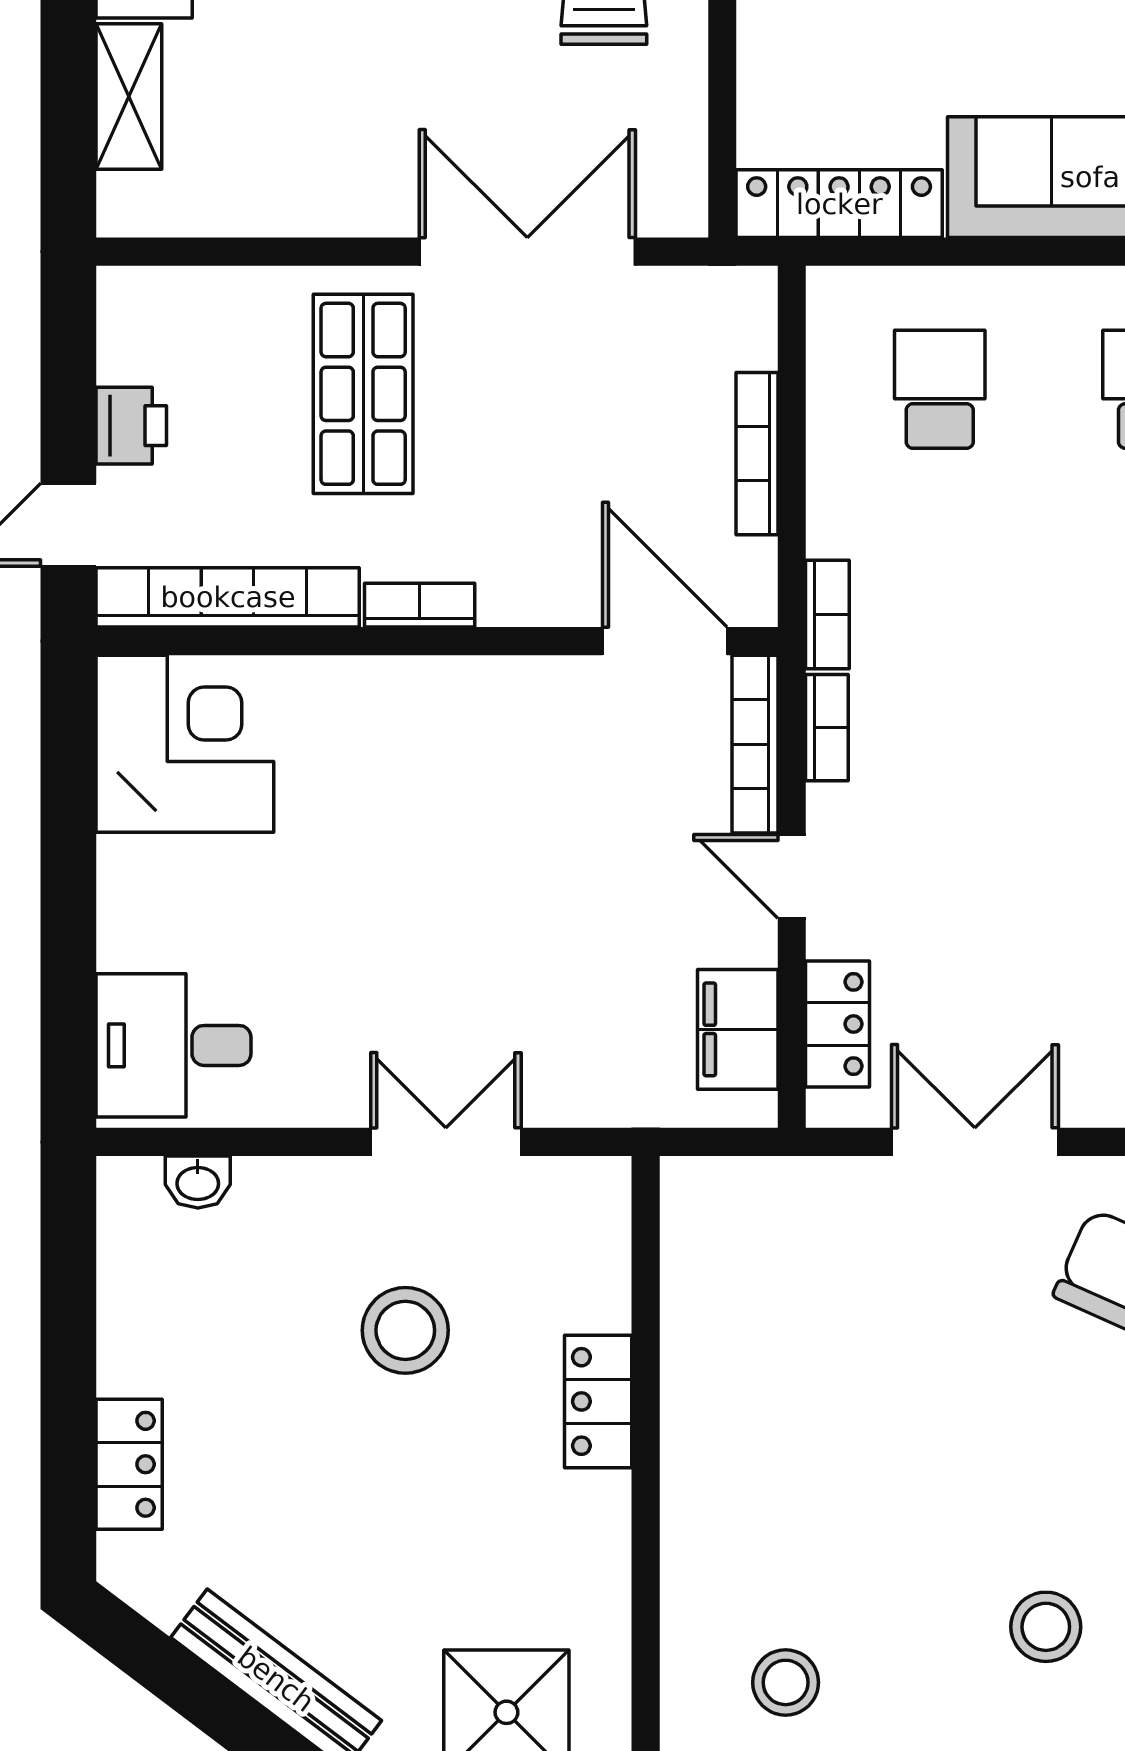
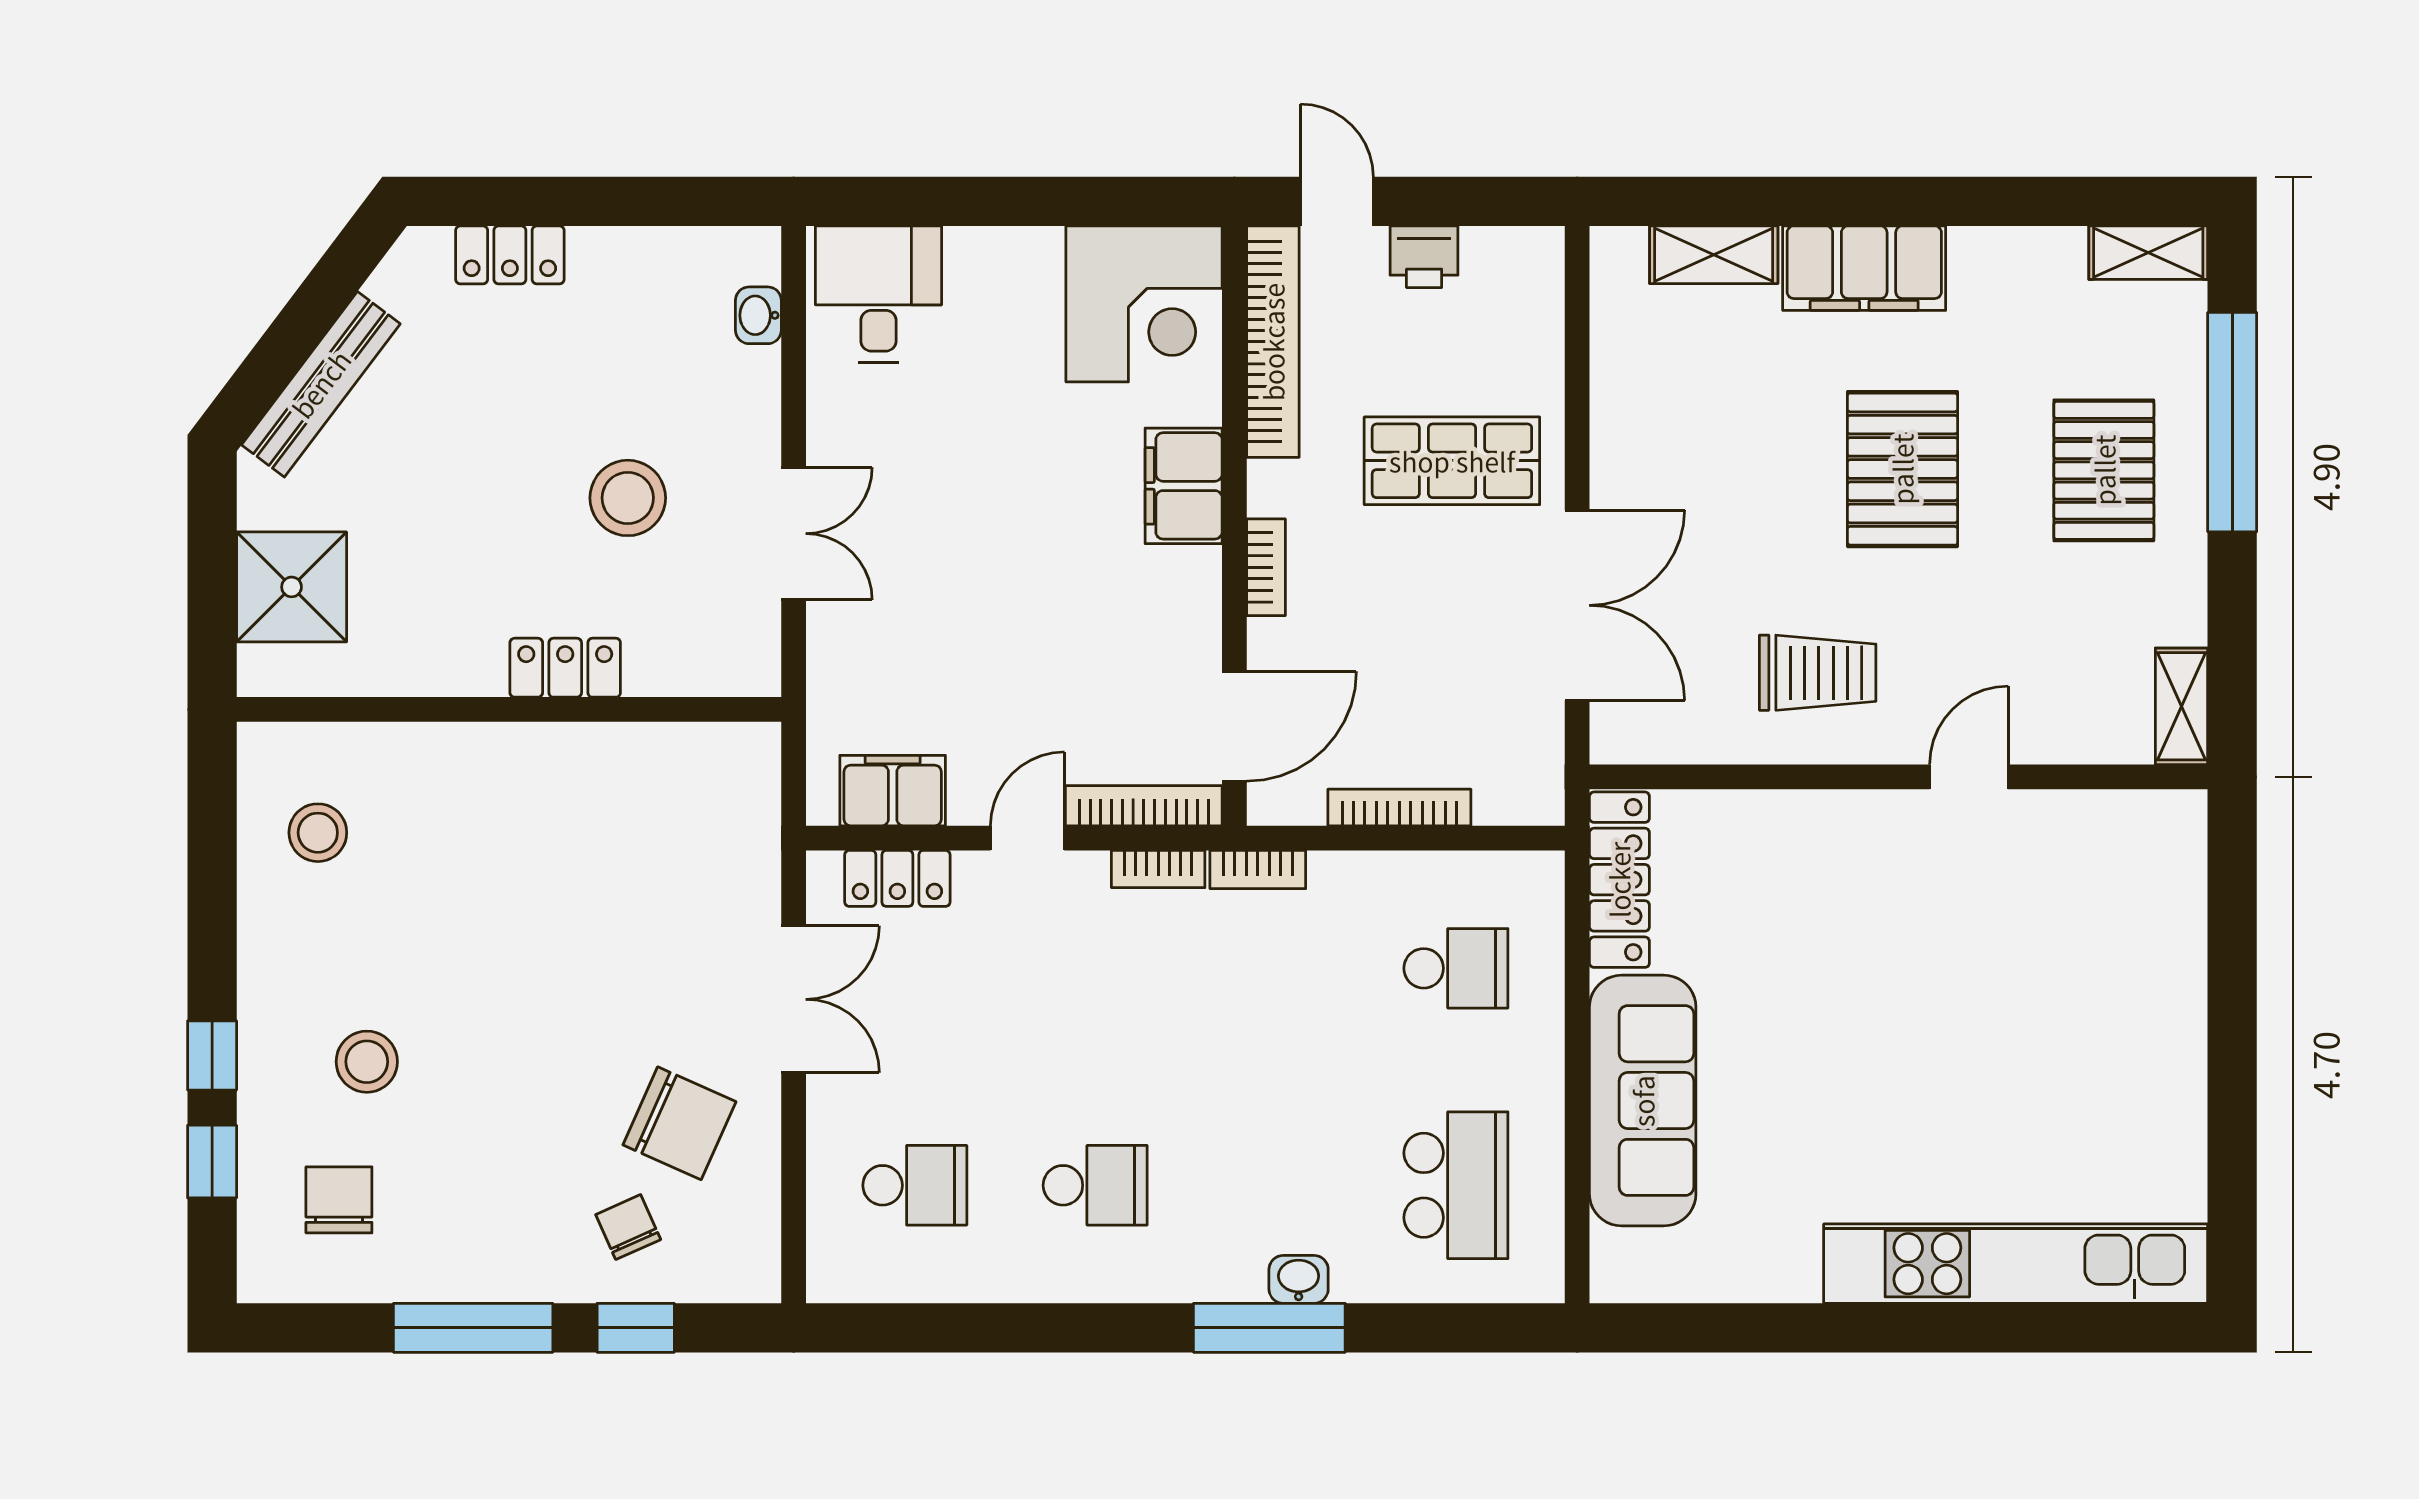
bookcase: (420, 605) -> (1266, 567), moved
filing cabinet: (392, 699) -> (1184, 486), added

